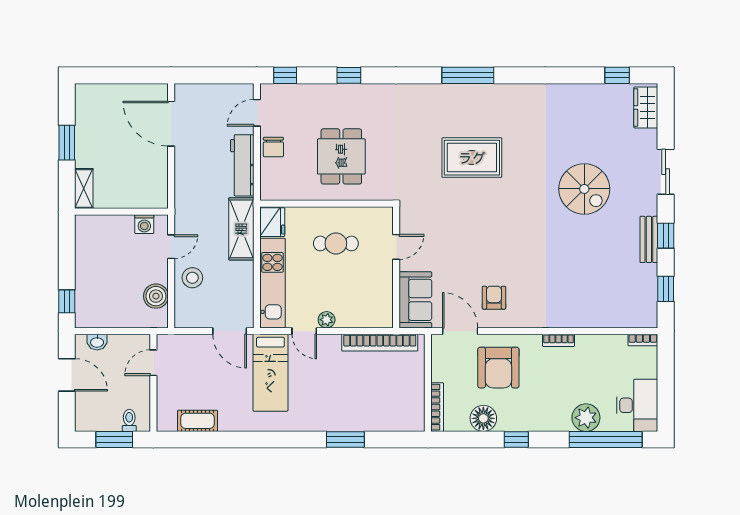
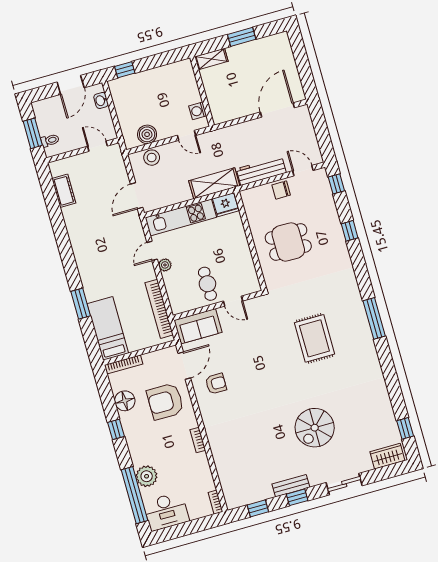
cafe table: (336, 243) -> (207, 284), moved
stool: (192, 278) -> (152, 158), moved
bed: (270, 373) -> (108, 328), moved, turned 90

